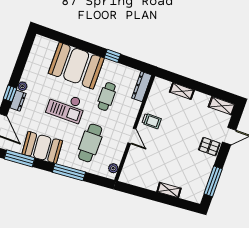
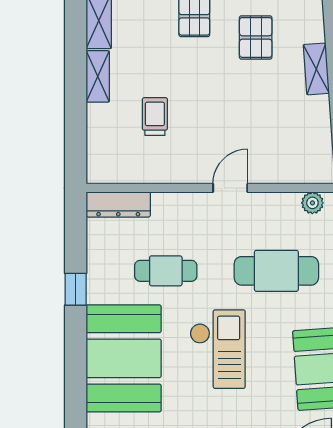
shelving: (182, 91) -> (98, 76), moved
trolley: (151, 121) -> (155, 117), moved
pallet: (191, 169) -> (256, 37), added

